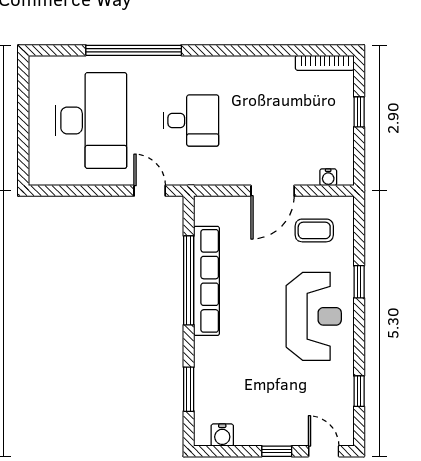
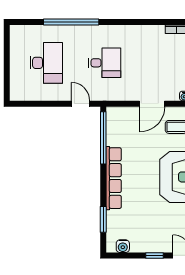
desk: (91, 120) -> (46, 63), width x0.73, depth x0.77
window: (189, 280) -> (103, 138), moved
row of seats: (207, 281) -> (114, 178), moved

